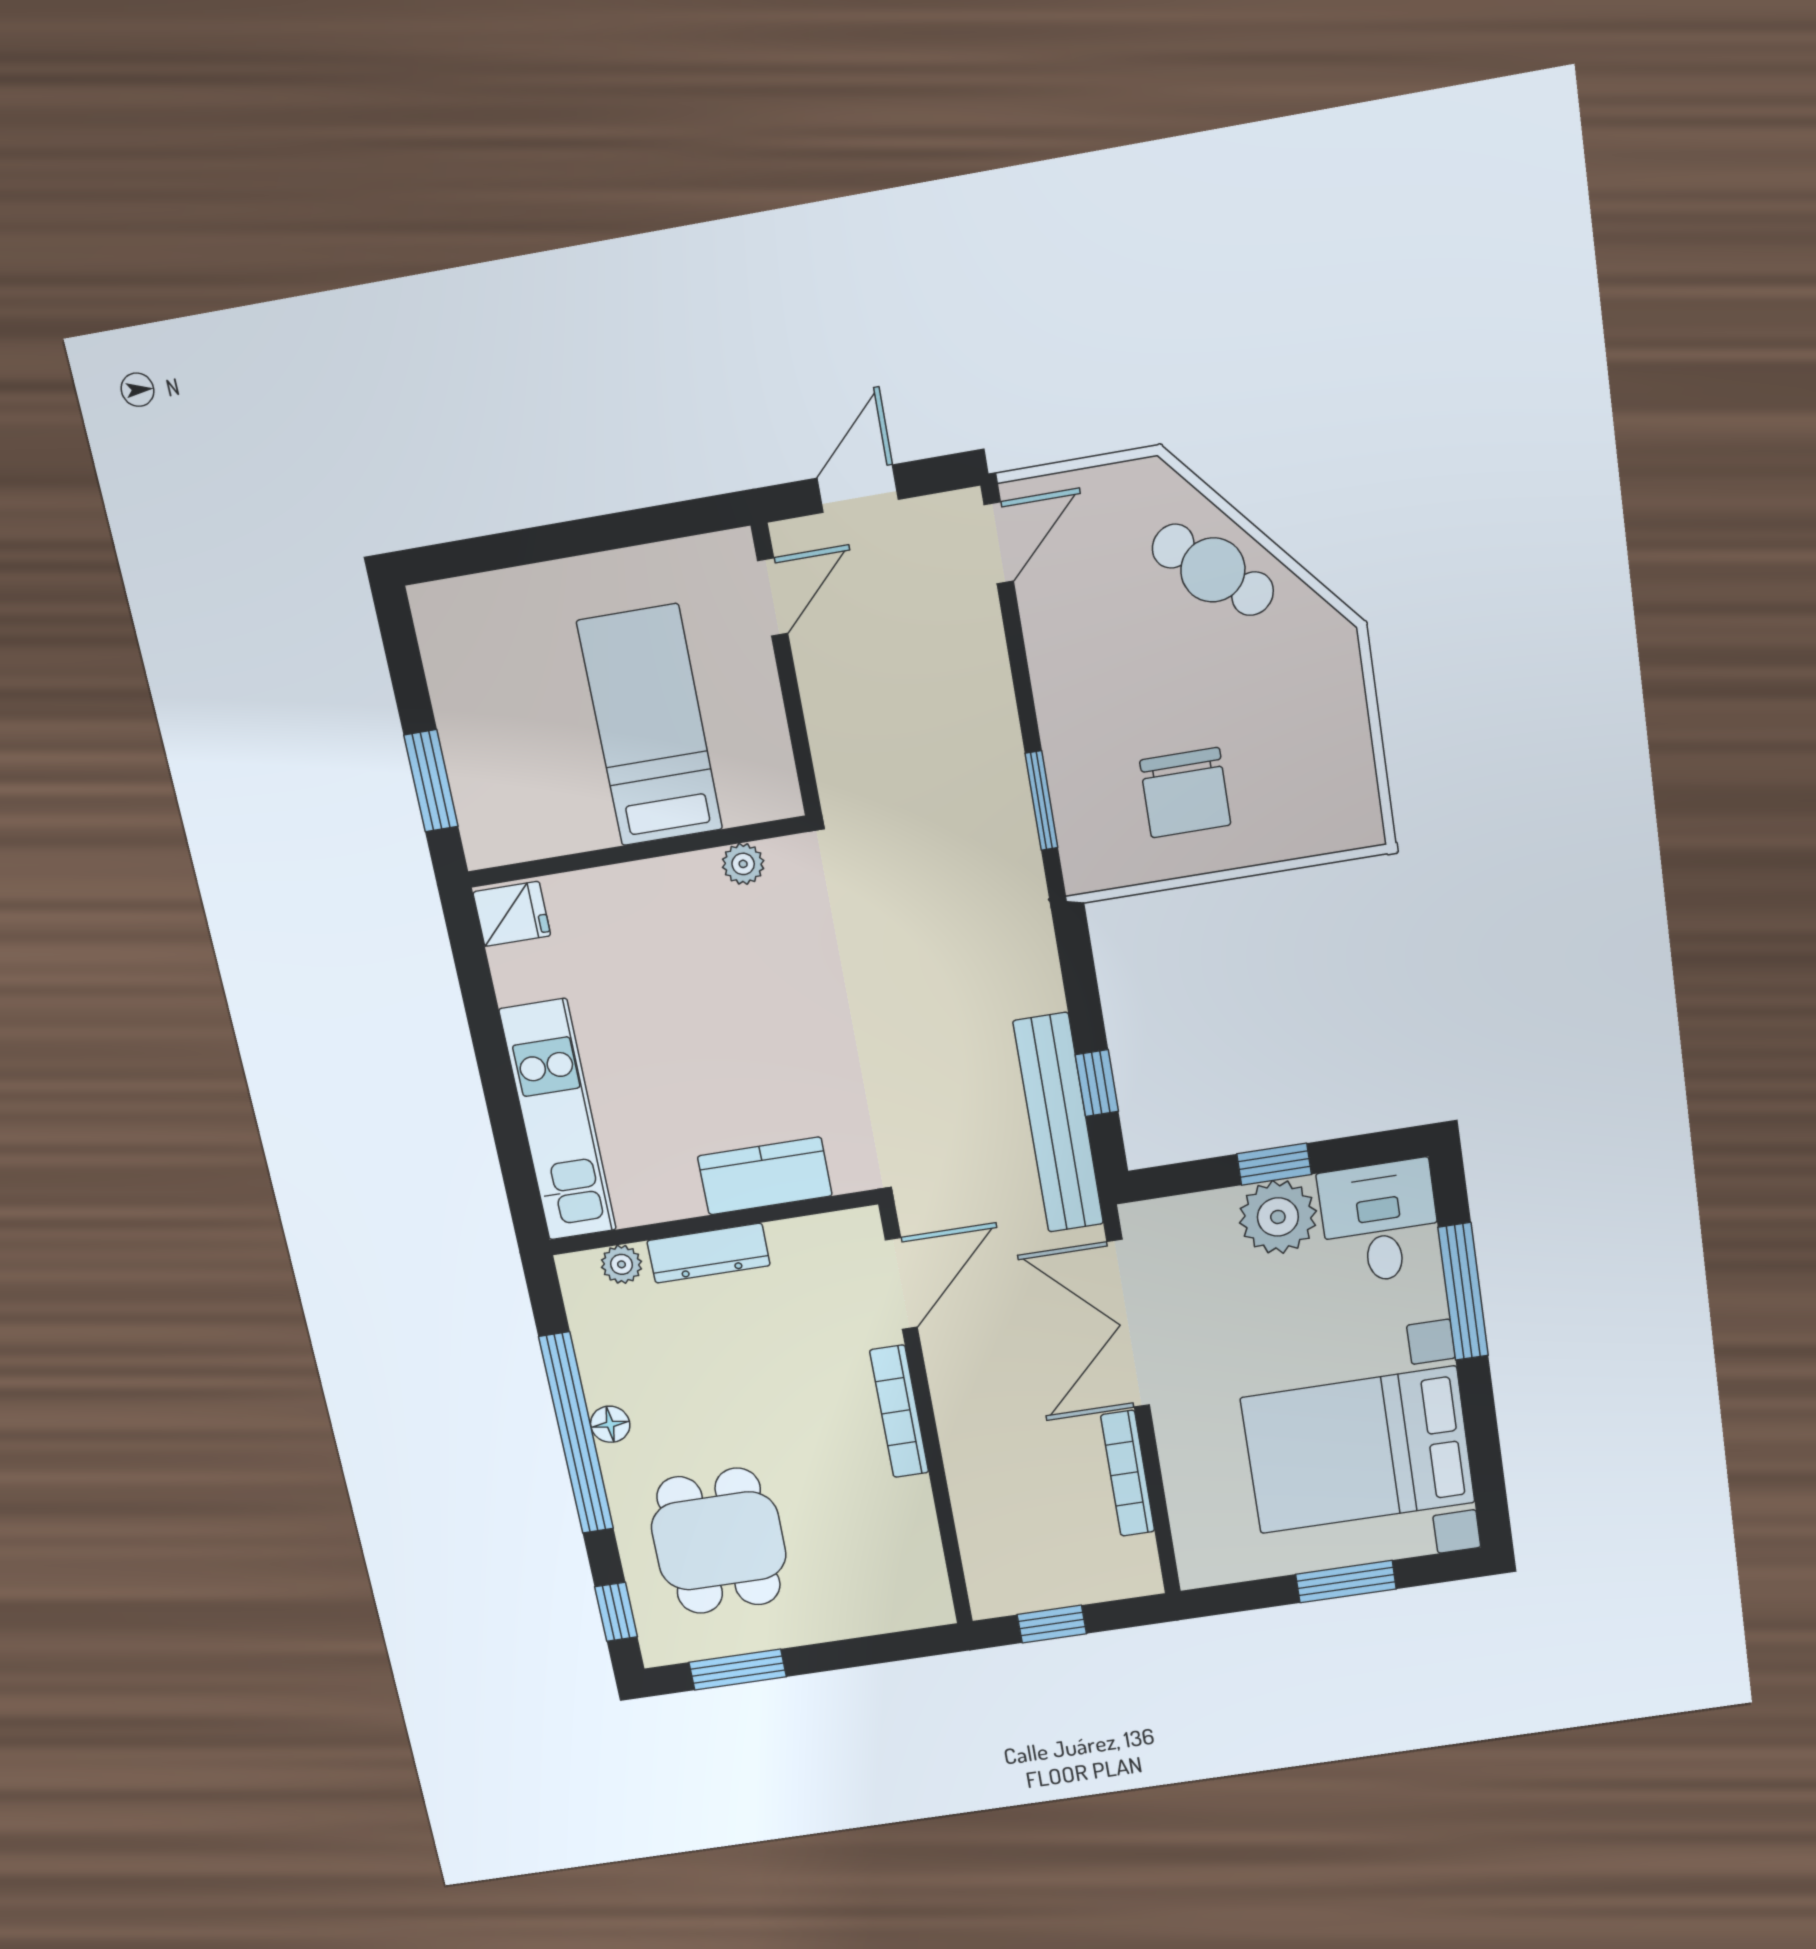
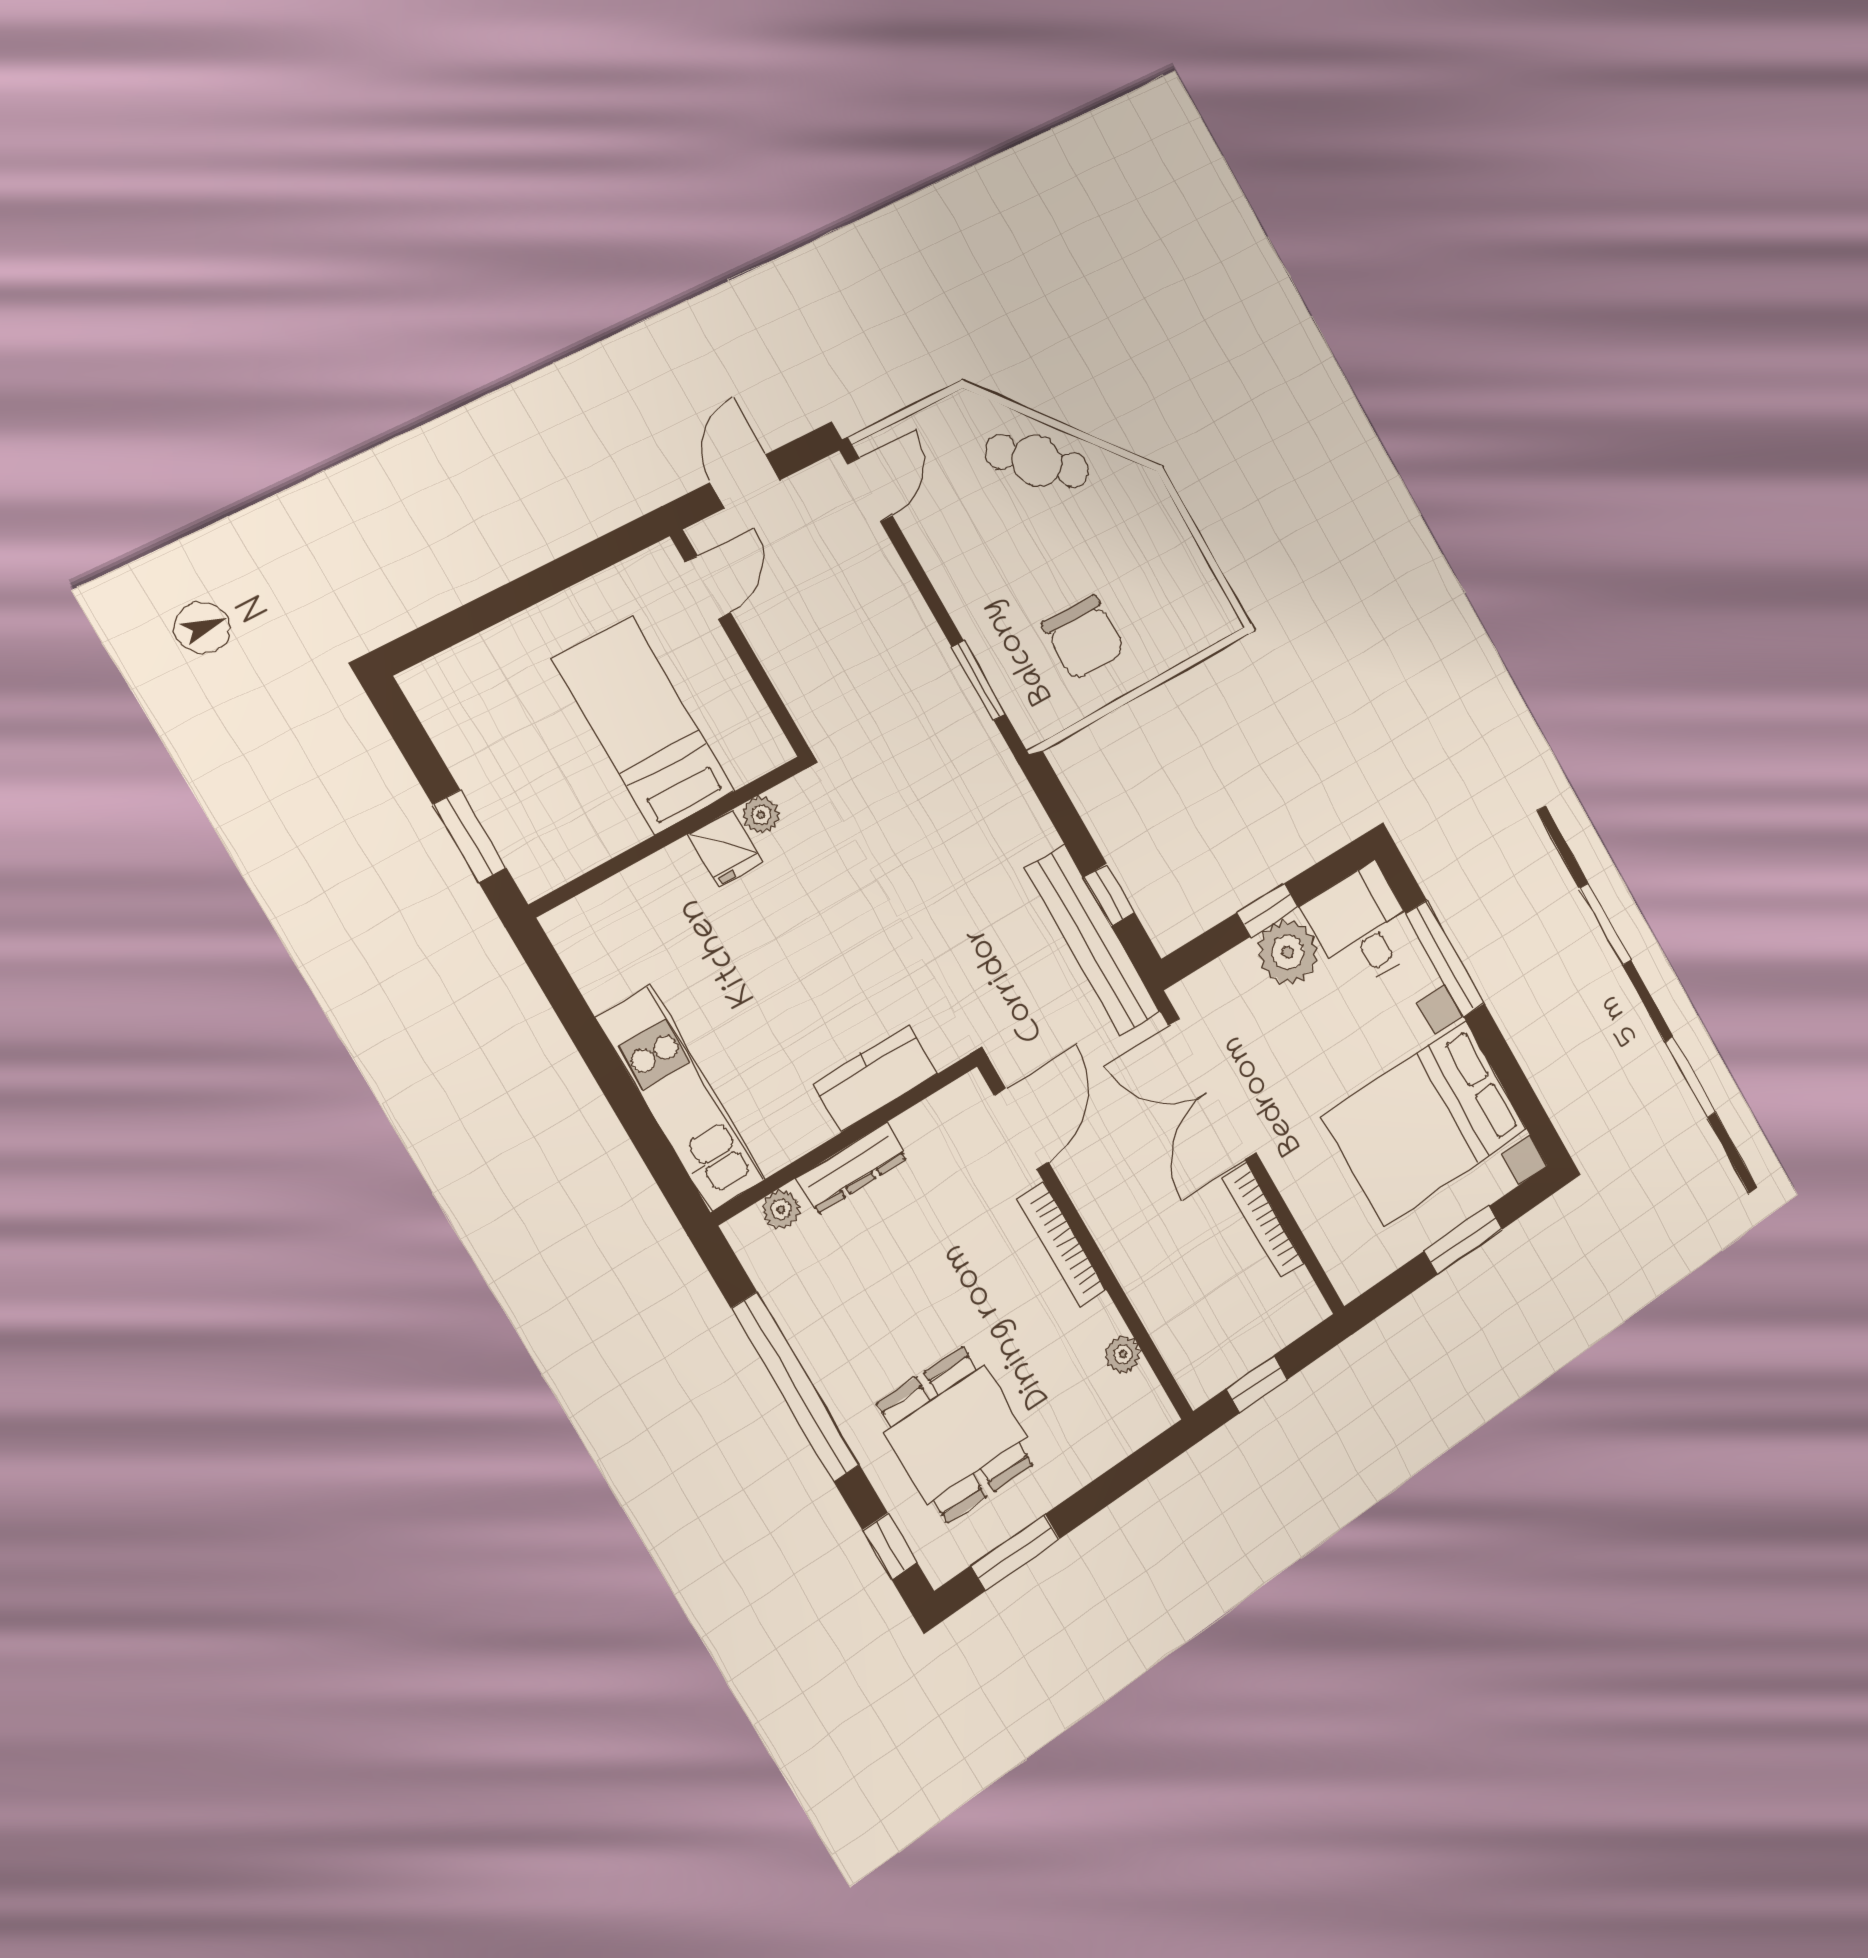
fridge: (512, 914) -> (726, 848), moved, turned 90
floor lamp: (610, 1424) -> (822, 1365), removed
plant: (921, 1539) -> (1123, 1354), added

